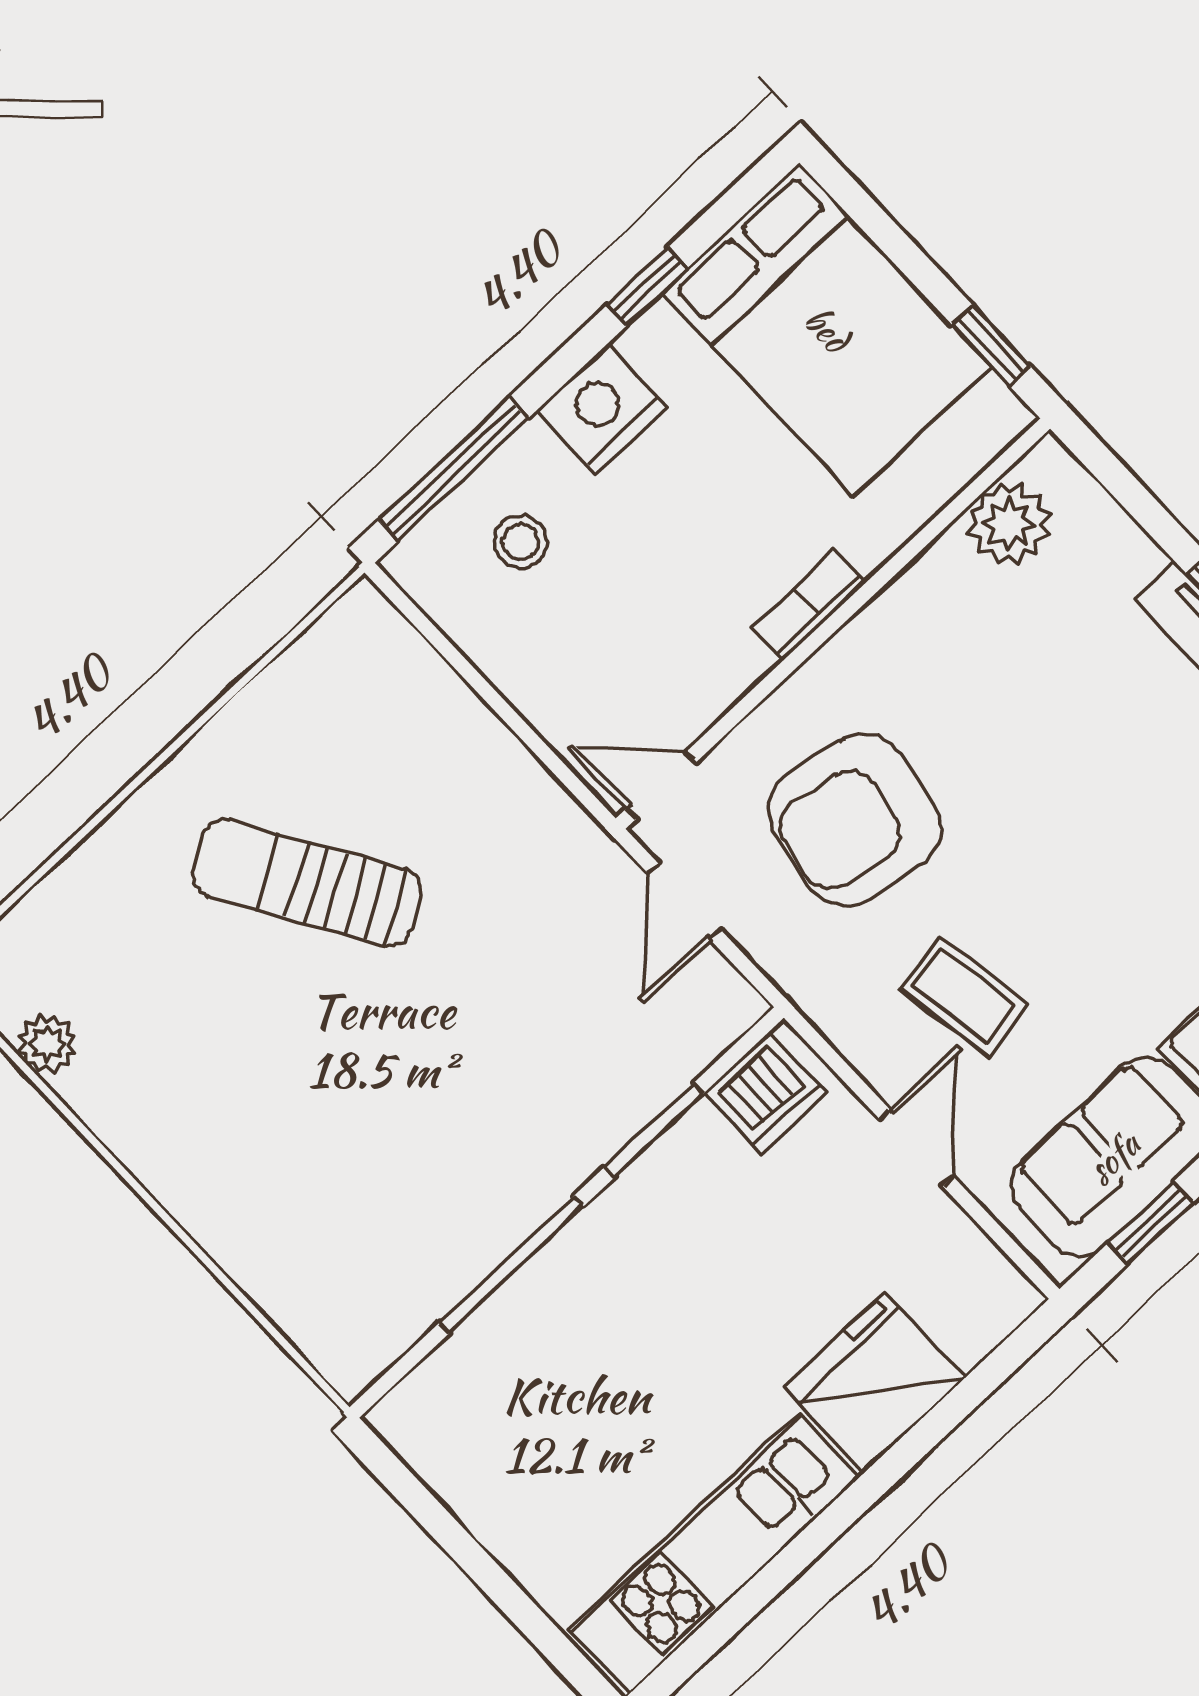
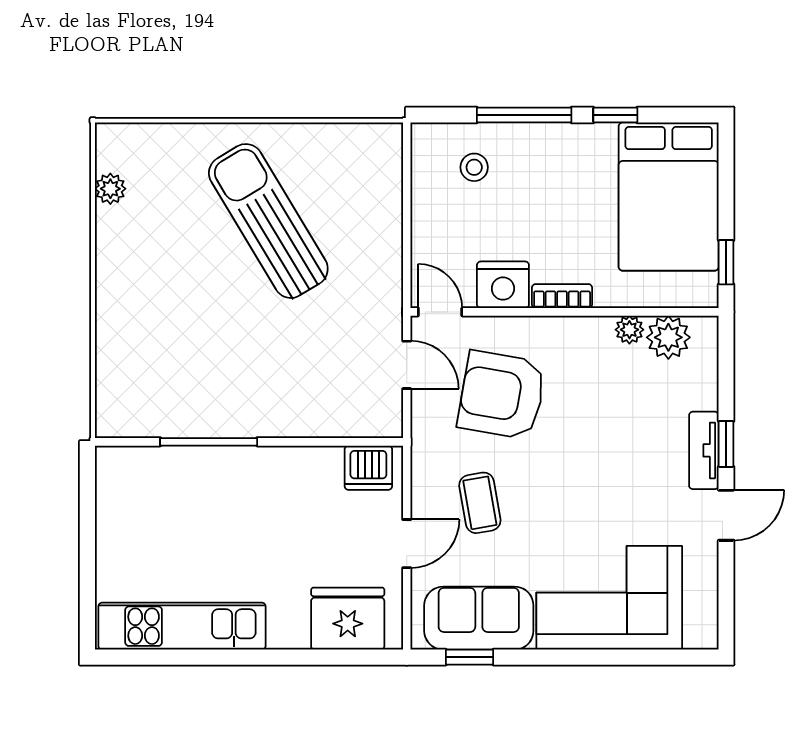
nightstand: (602, 409) -> (503, 285), moved, turned 180
window: (454, 469) -> (524, 115), moved
plant: (946, 564) -> (629, 330), added
sun lounger: (307, 883) -> (268, 221), width x1.36, depth x1.34
door: (684, 902) -> (407, 365), swing flipped
window: (654, 1130) -> (312, 442), removed
fridge: (874, 1383) -> (348, 619), moved

